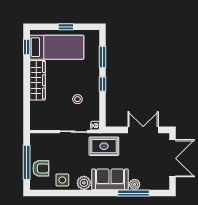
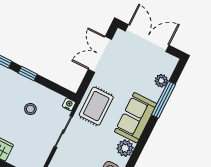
plant: (135, 184) -> (161, 81), moved

